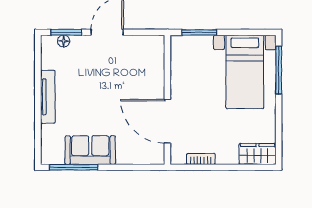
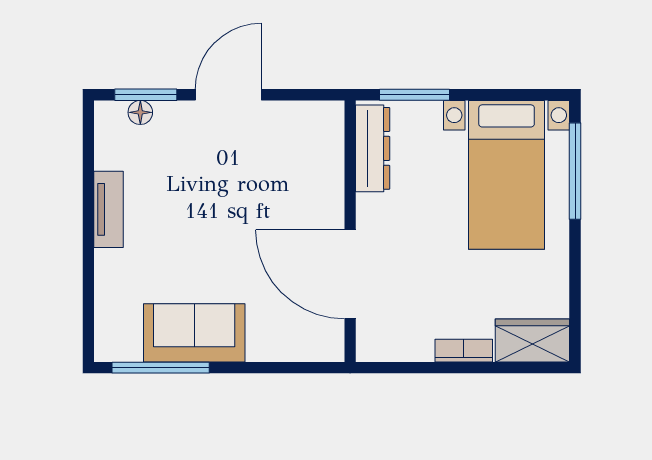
dresser: (179, 59) -> (373, 148), added
tv unit: (48, 97) -> (108, 209), width x0.71
bookcase: (201, 159) -> (464, 351), moved

